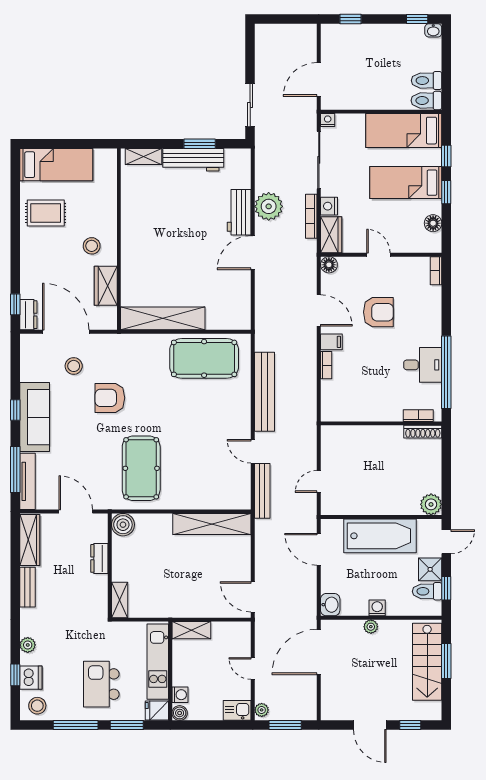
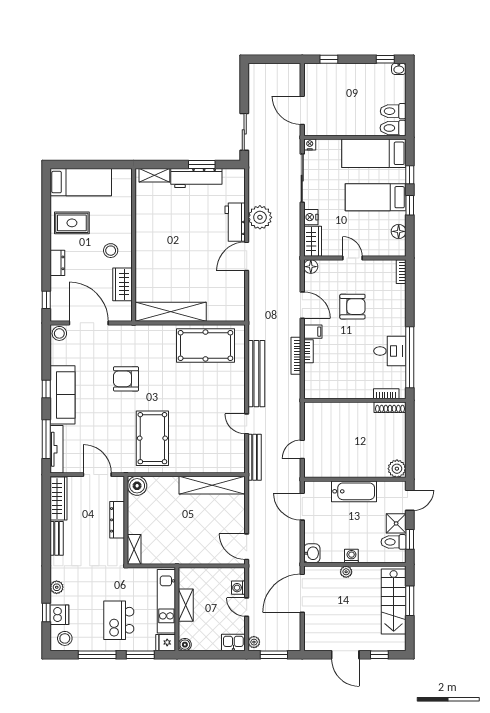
door: (319, 79) -> (302, 110), hinge flipped
bookcase: (311, 216) -> (296, 356), moved
dresser: (28, 315) -> (57, 263), moved
stool: (74, 366) -> (59, 333), moved
bathtub: (380, 536) -> (354, 491), width x0.73, depth x0.73
dresser: (99, 558) -> (117, 520), width x1.44
shelving: (191, 630) -> (186, 605), moved, turned 90
washing machine: (180, 695) -> (238, 588), moved, turned 180

